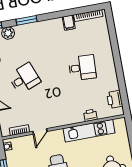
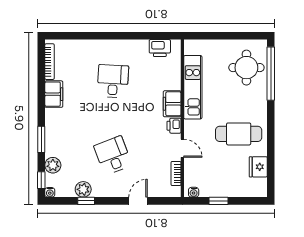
filing cabinet: (69, 23) -> (54, 94), width x2.00
printer: (90, 115) -> (174, 126), moved
filing cabinet: (73, 117) -> (172, 104), added

